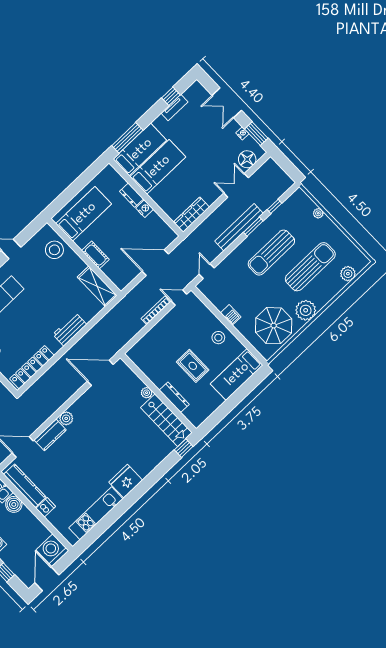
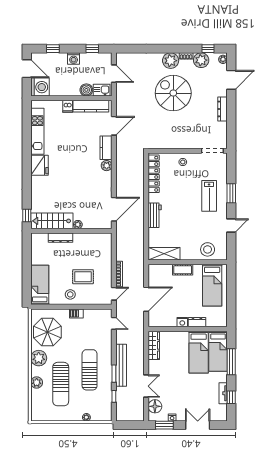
window: (127, 138) -> (231, 362), moved
plant: (348, 274) -> (37, 382), moved
rug: (193, 366) -> (83, 277), moved

